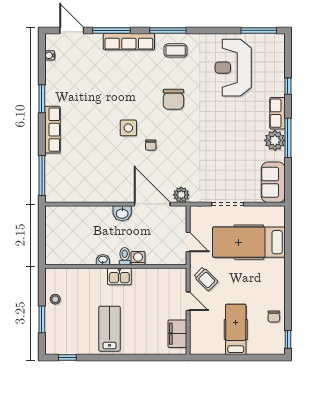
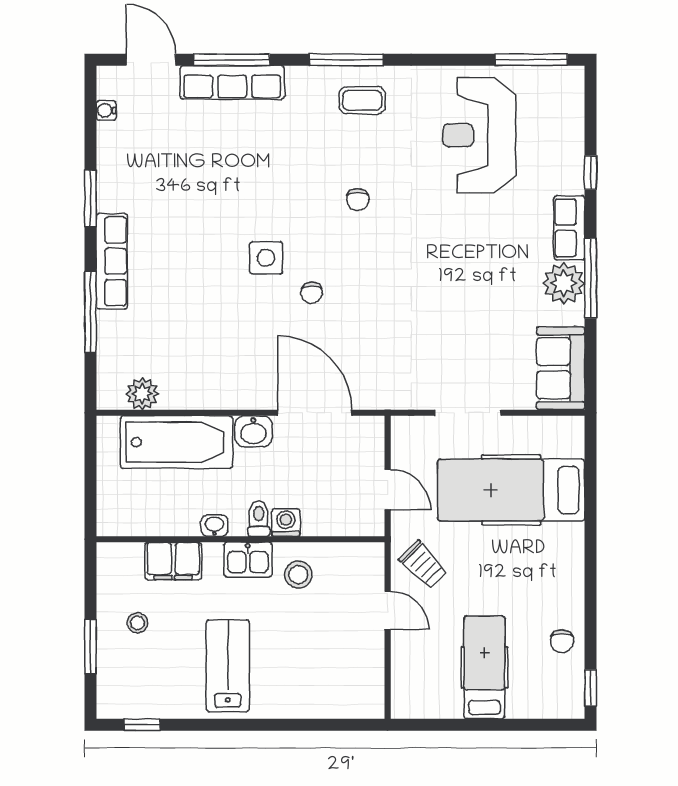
row of seats: (129, 42) -> (232, 82), moved
chair: (173, 99) -> (358, 199), width x0.54, depth x0.54
window: (42, 175) -> (90, 312), moved
plant: (181, 195) -> (142, 394), moved
bathtub: (84, 219) -> (177, 442), added
stool: (144, 284) -> (298, 575), added
stool: (55, 299) -> (138, 623), moved
filing cabinet: (177, 334) -> (173, 561), moved, turned -90

